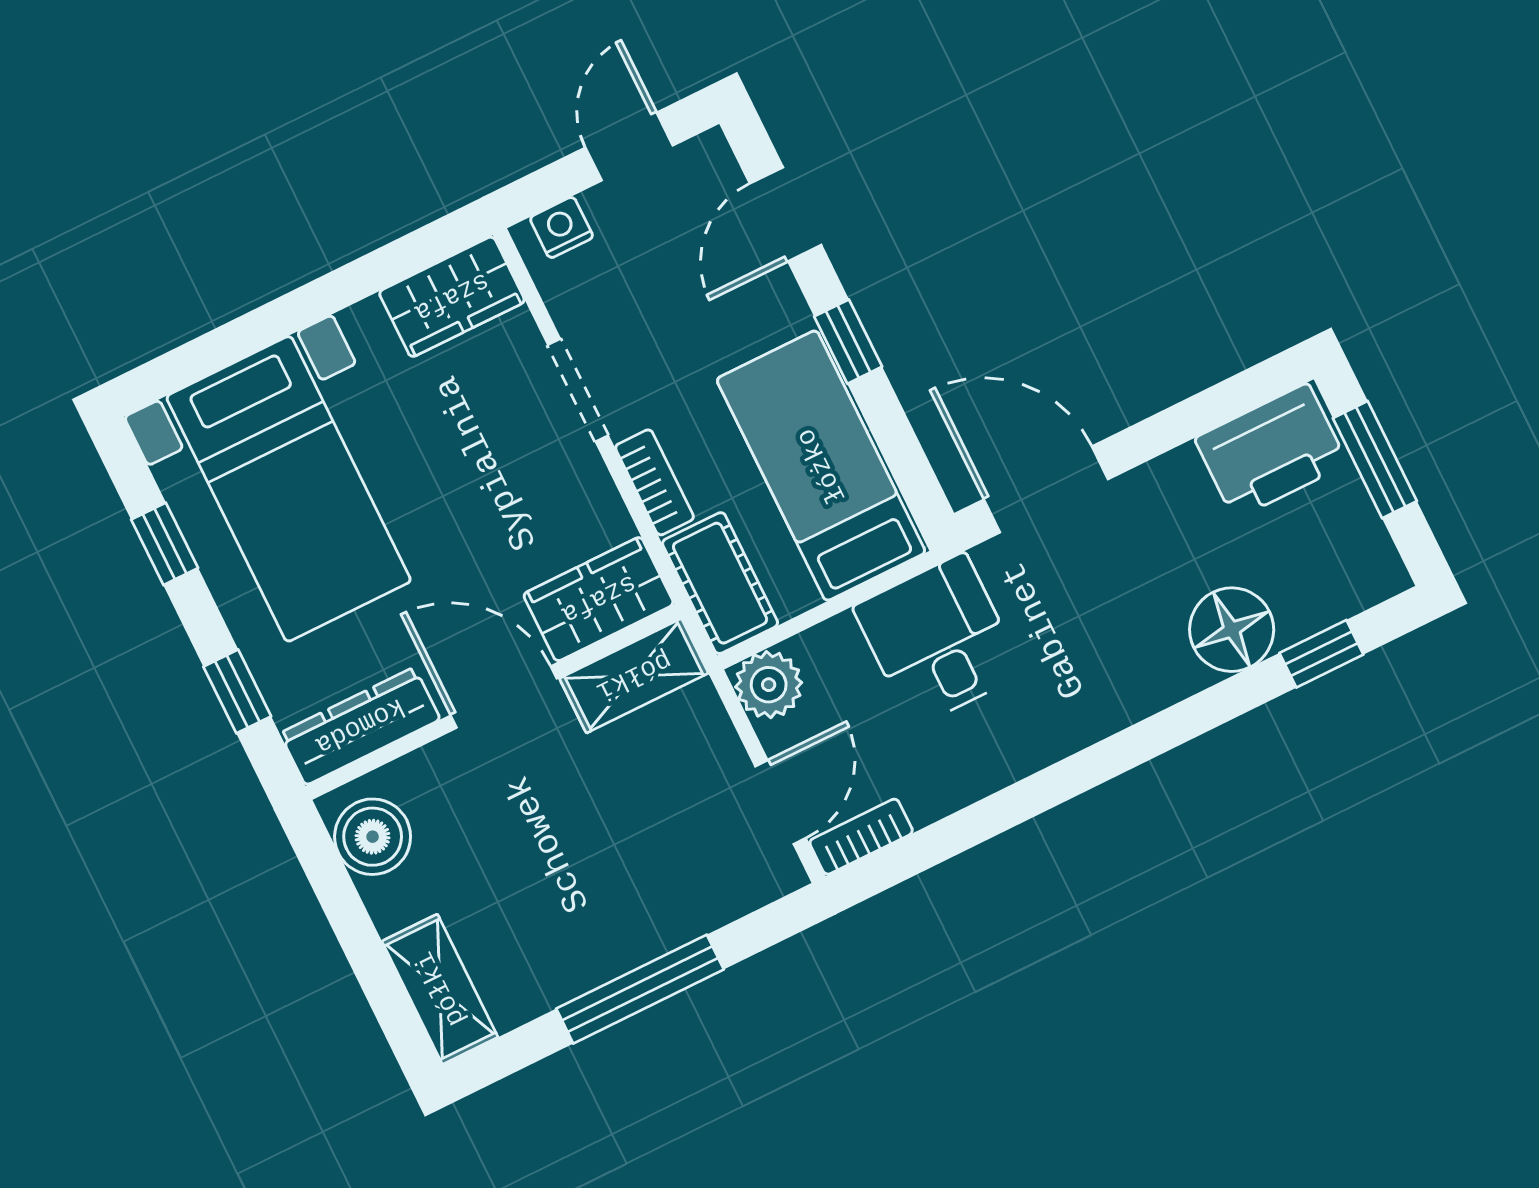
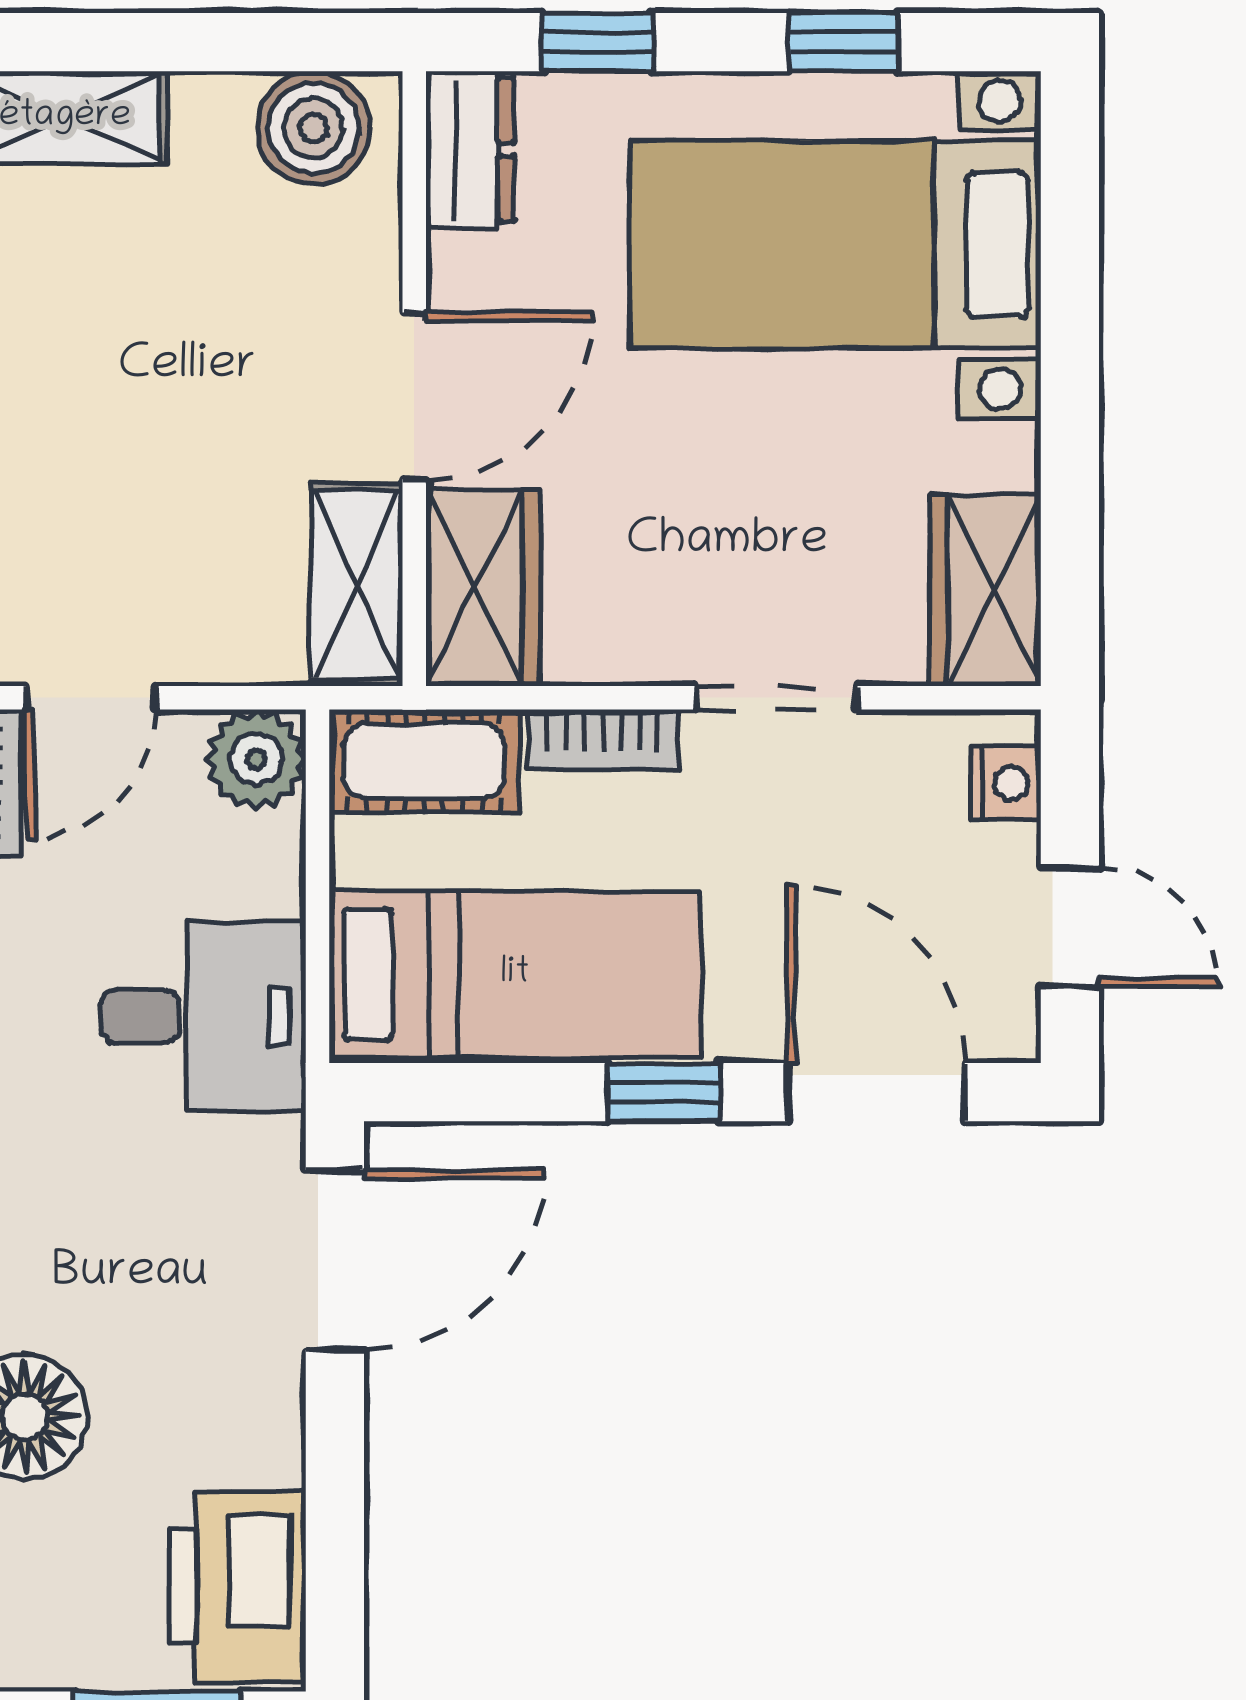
door: (786, 214) -> (876, 1092), width x1.37
dresser: (360, 726) -> (470, 150), width x0.70
door: (781, 802) -> (91, 698), hinge flipped

